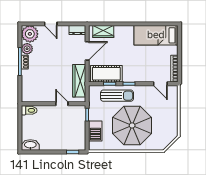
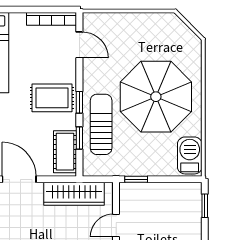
rug: (131, 69) -> (52, 98), added
cot: (106, 74) -> (65, 152), width x0.73, depth x0.75
door: (160, 84) -> (79, 45), hinge flipped
barbecue: (95, 131) -> (190, 155), moved, turned -90

